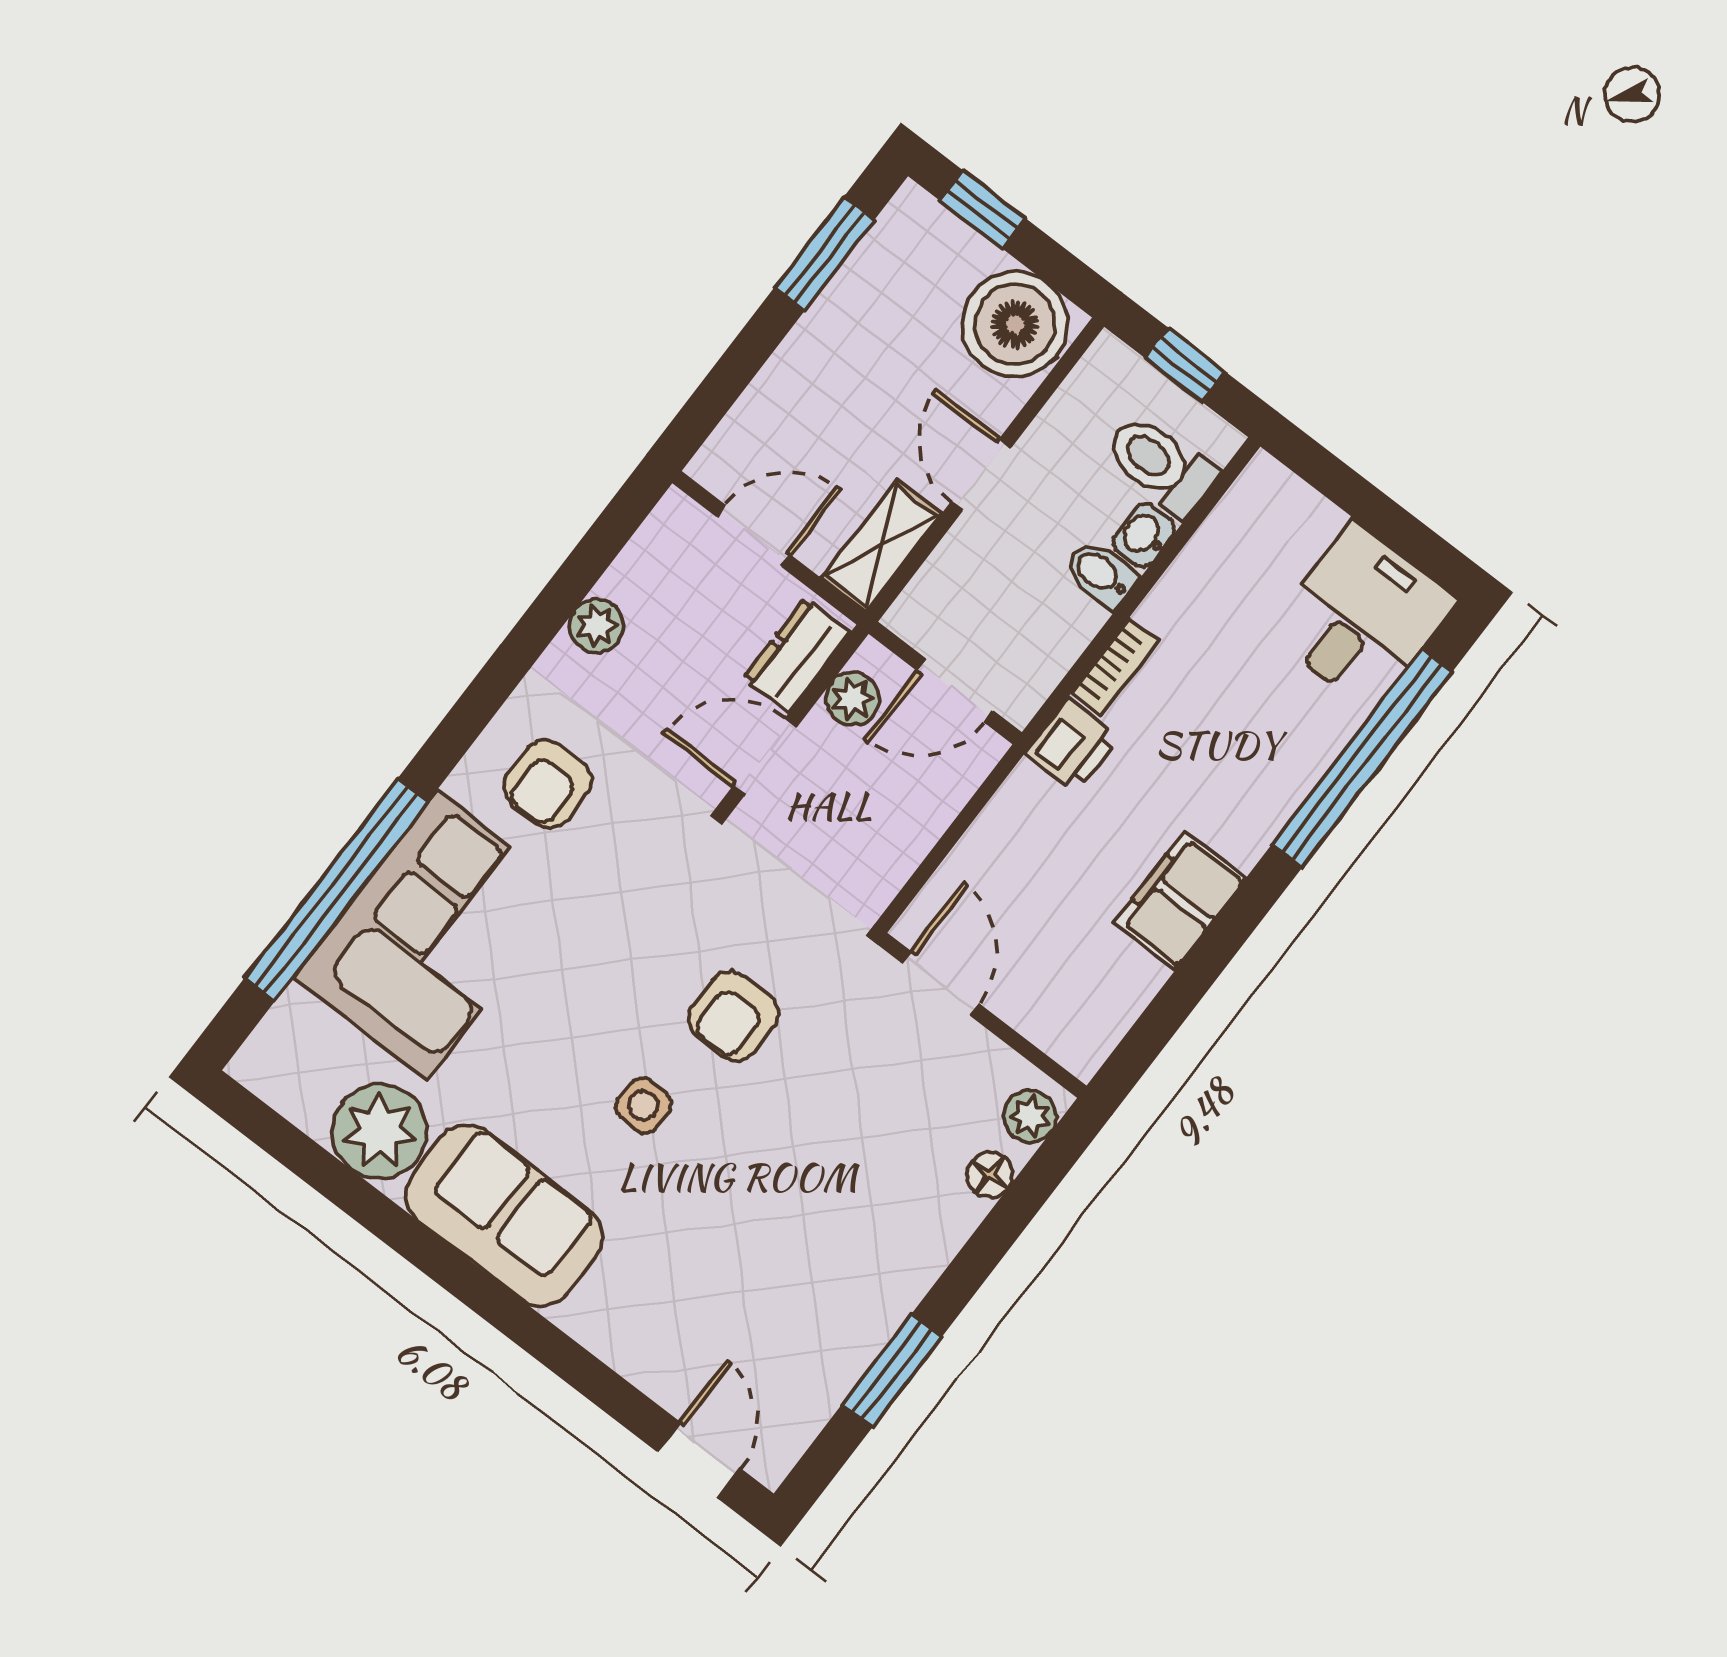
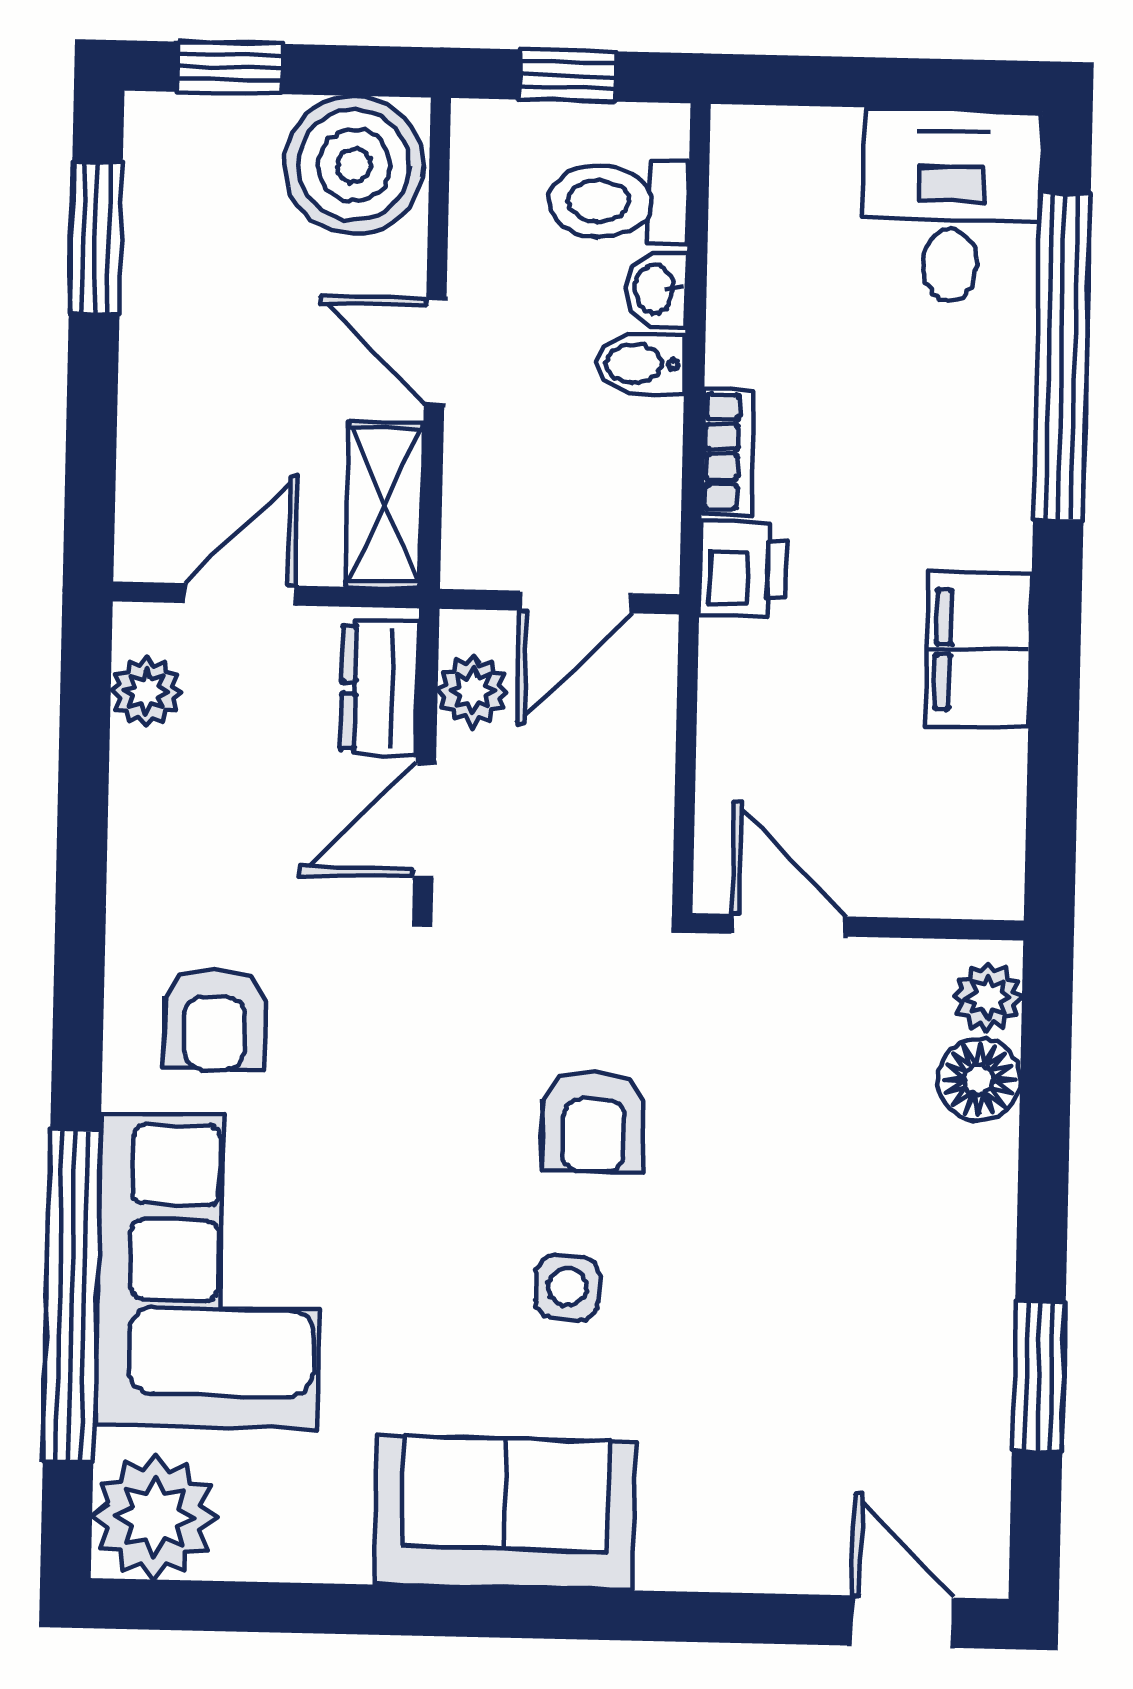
plant: (597, 626) -> (146, 692), moved
plant: (380, 1131) -> (155, 1517), moved
floor lamp: (990, 1175) -> (979, 1079), width x1.37, depth x1.37

